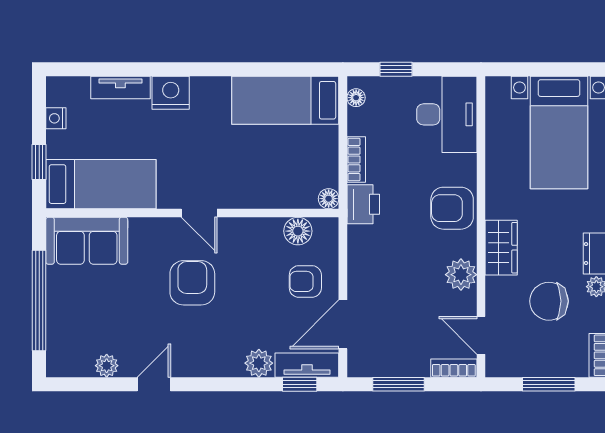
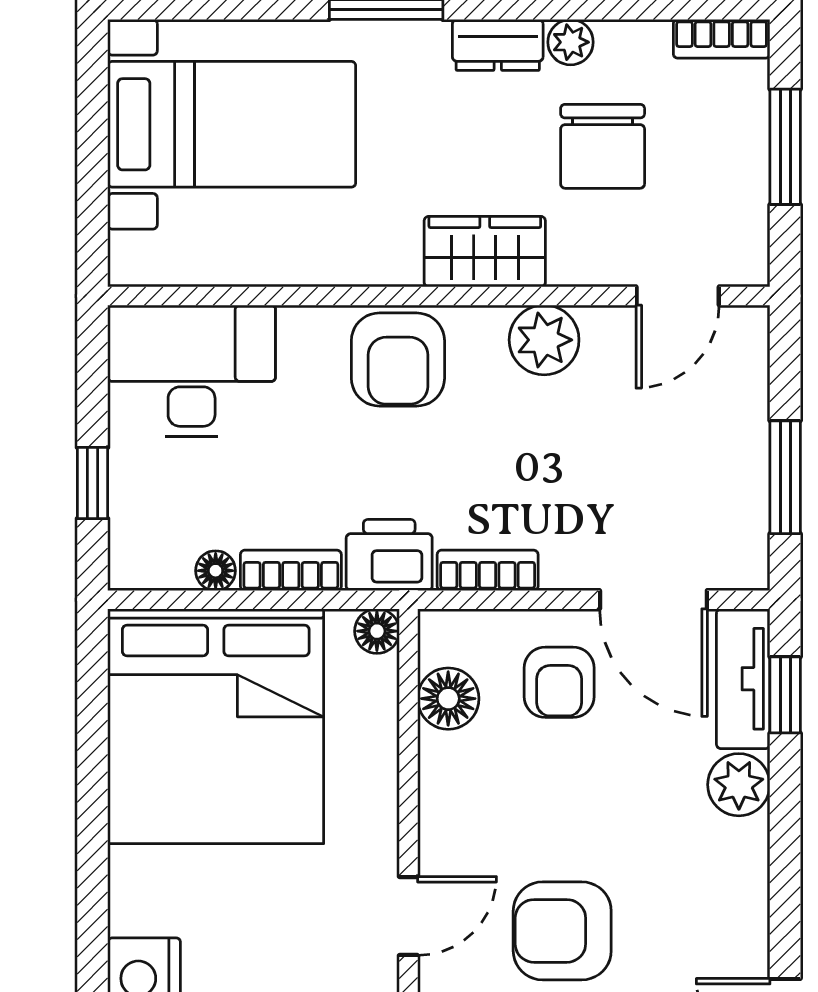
floor lamp: (356, 98) -> (216, 571), moved
bed: (285, 100) -> (216, 726), width x2.04
bookcase: (454, 368) -> (488, 570), moved, turned 90

